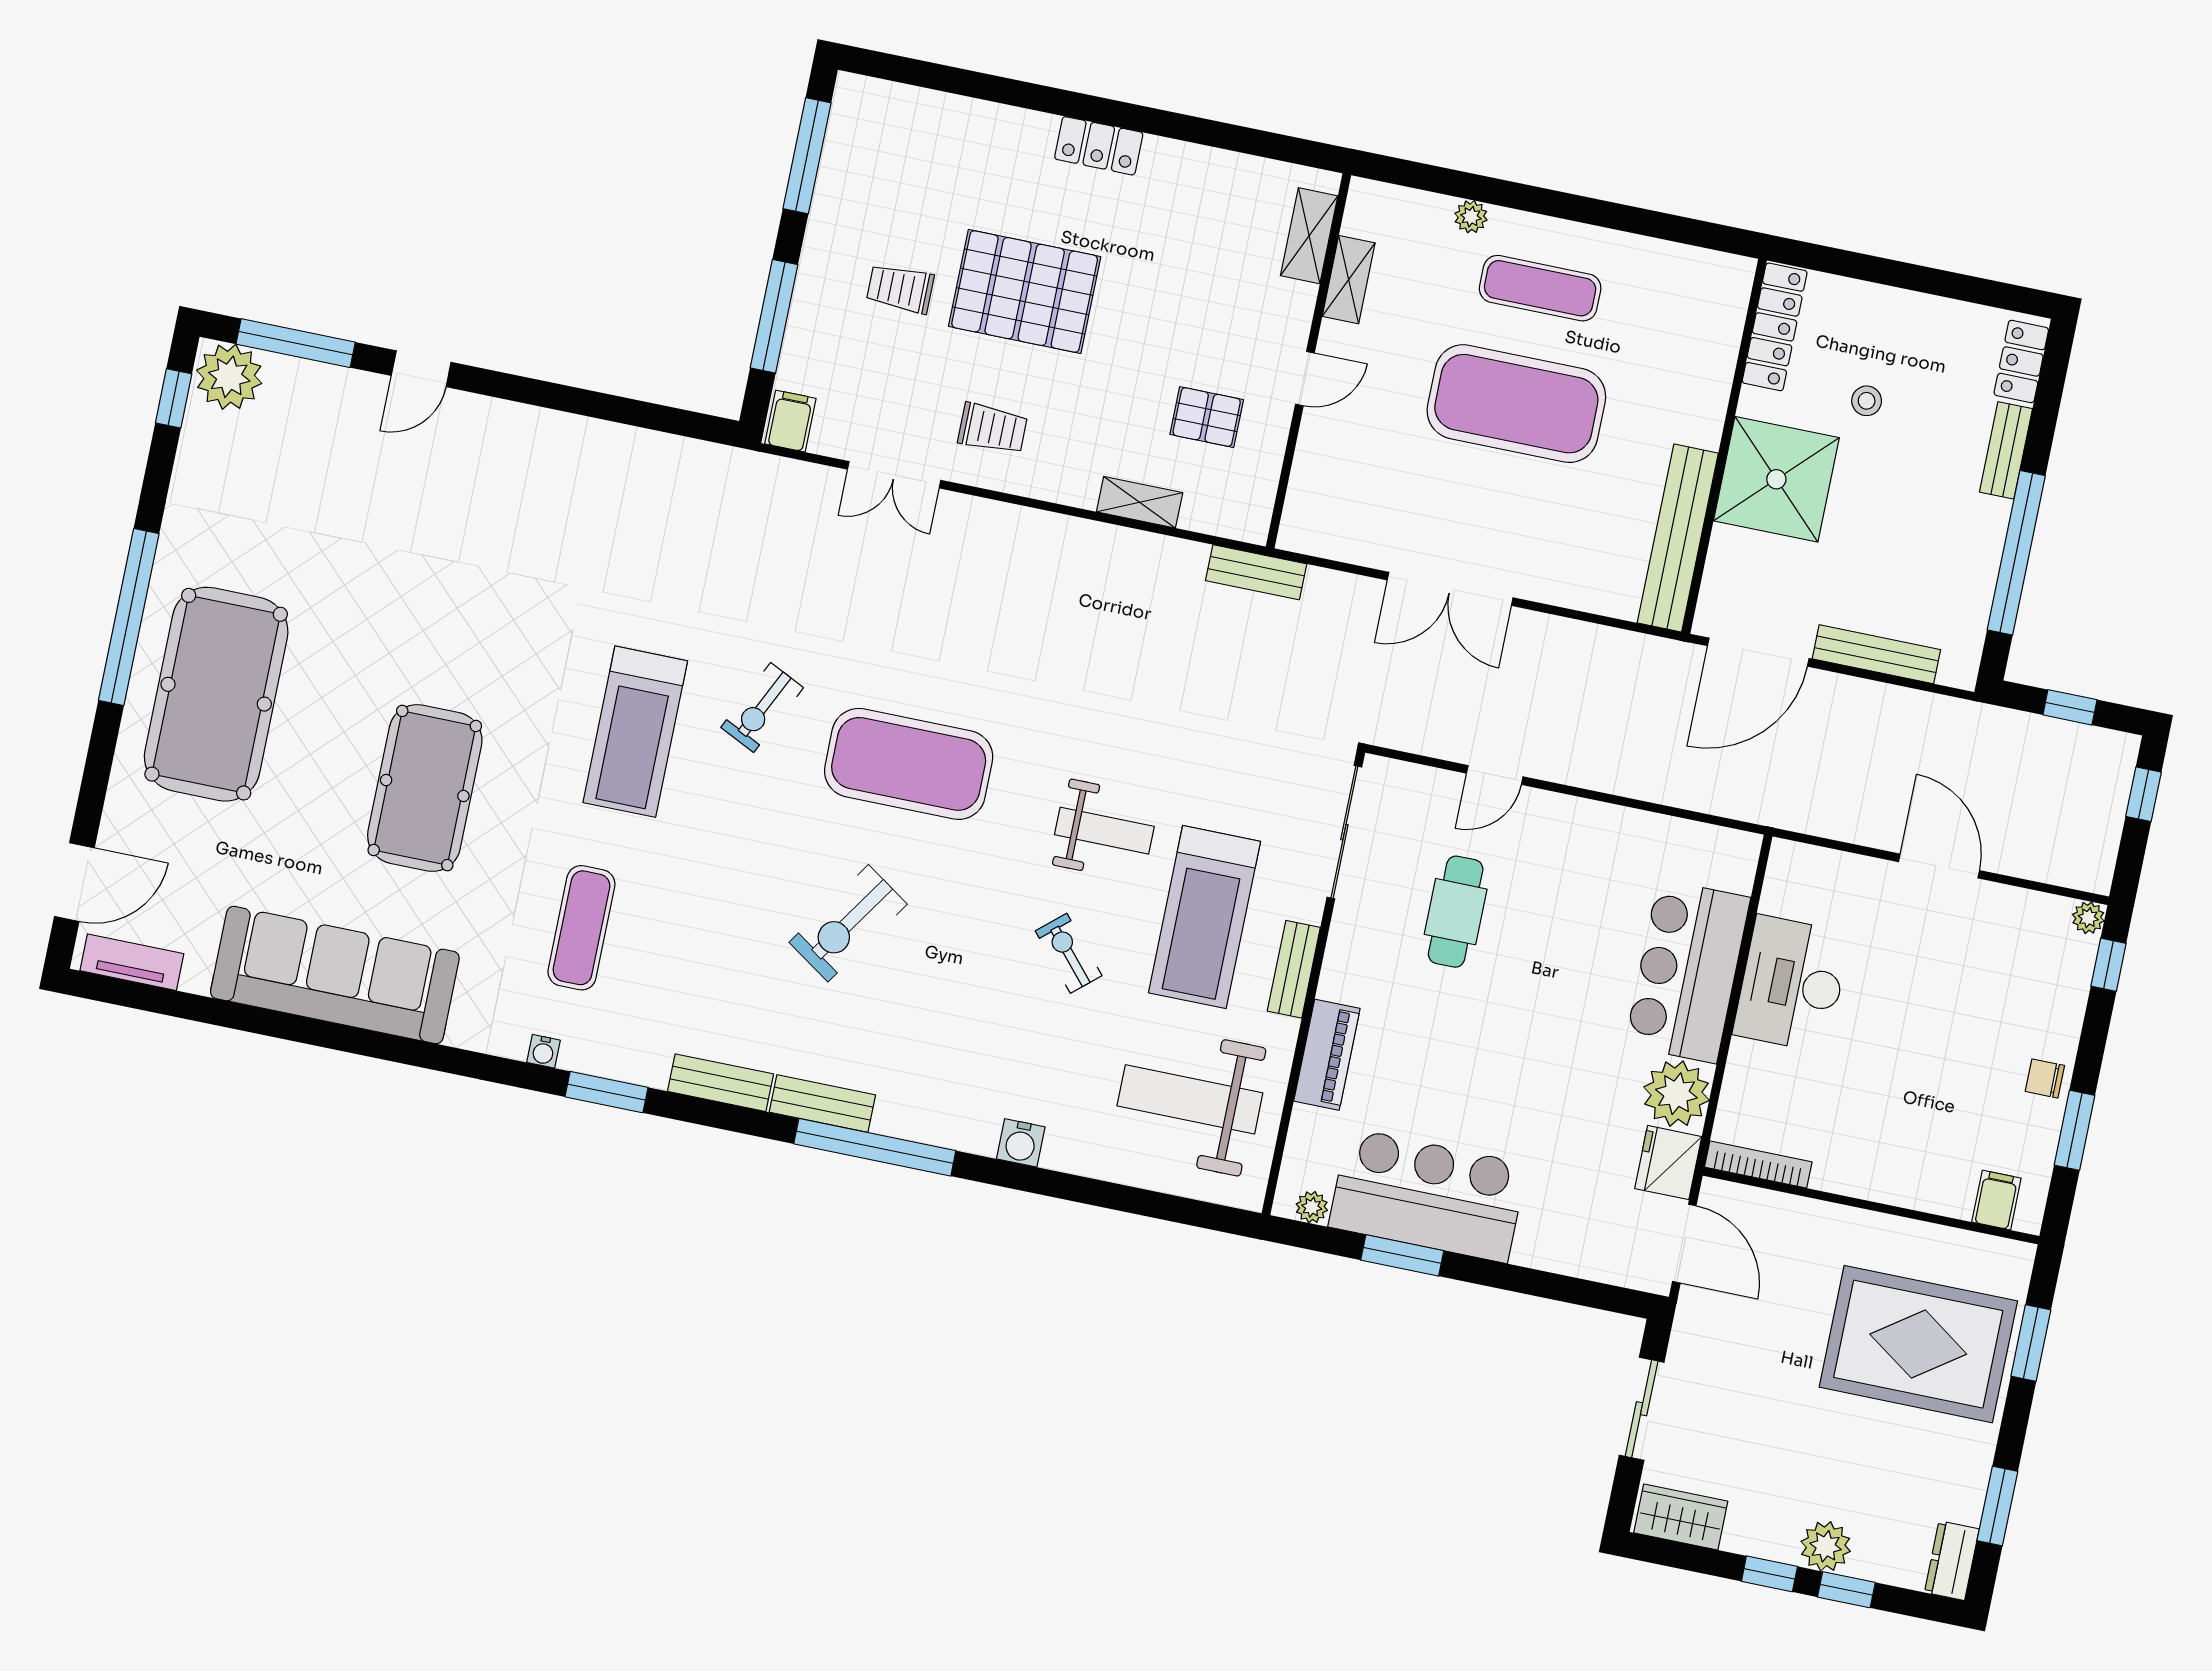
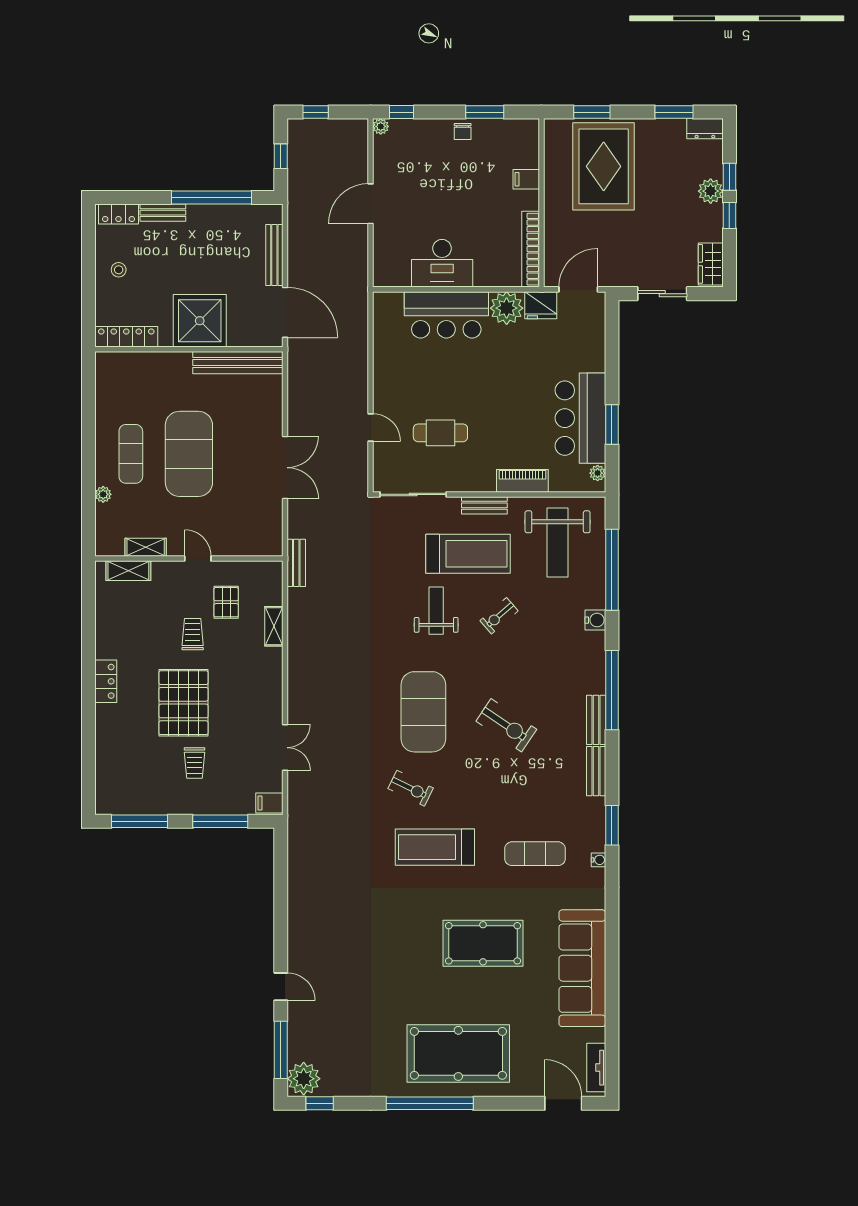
stool: (1867, 401) -> (119, 270), moved
trolley: (993, 429) -> (193, 634), moved
treadmill: (635, 732) -> (435, 847), turned 180
bookcase: (1758, 1165) -> (531, 249), width x1.48, depth x1.31
window: (1114, 1196) -> (612, 570), added
filing cabinet: (1996, 1200) -> (526, 179), moved

